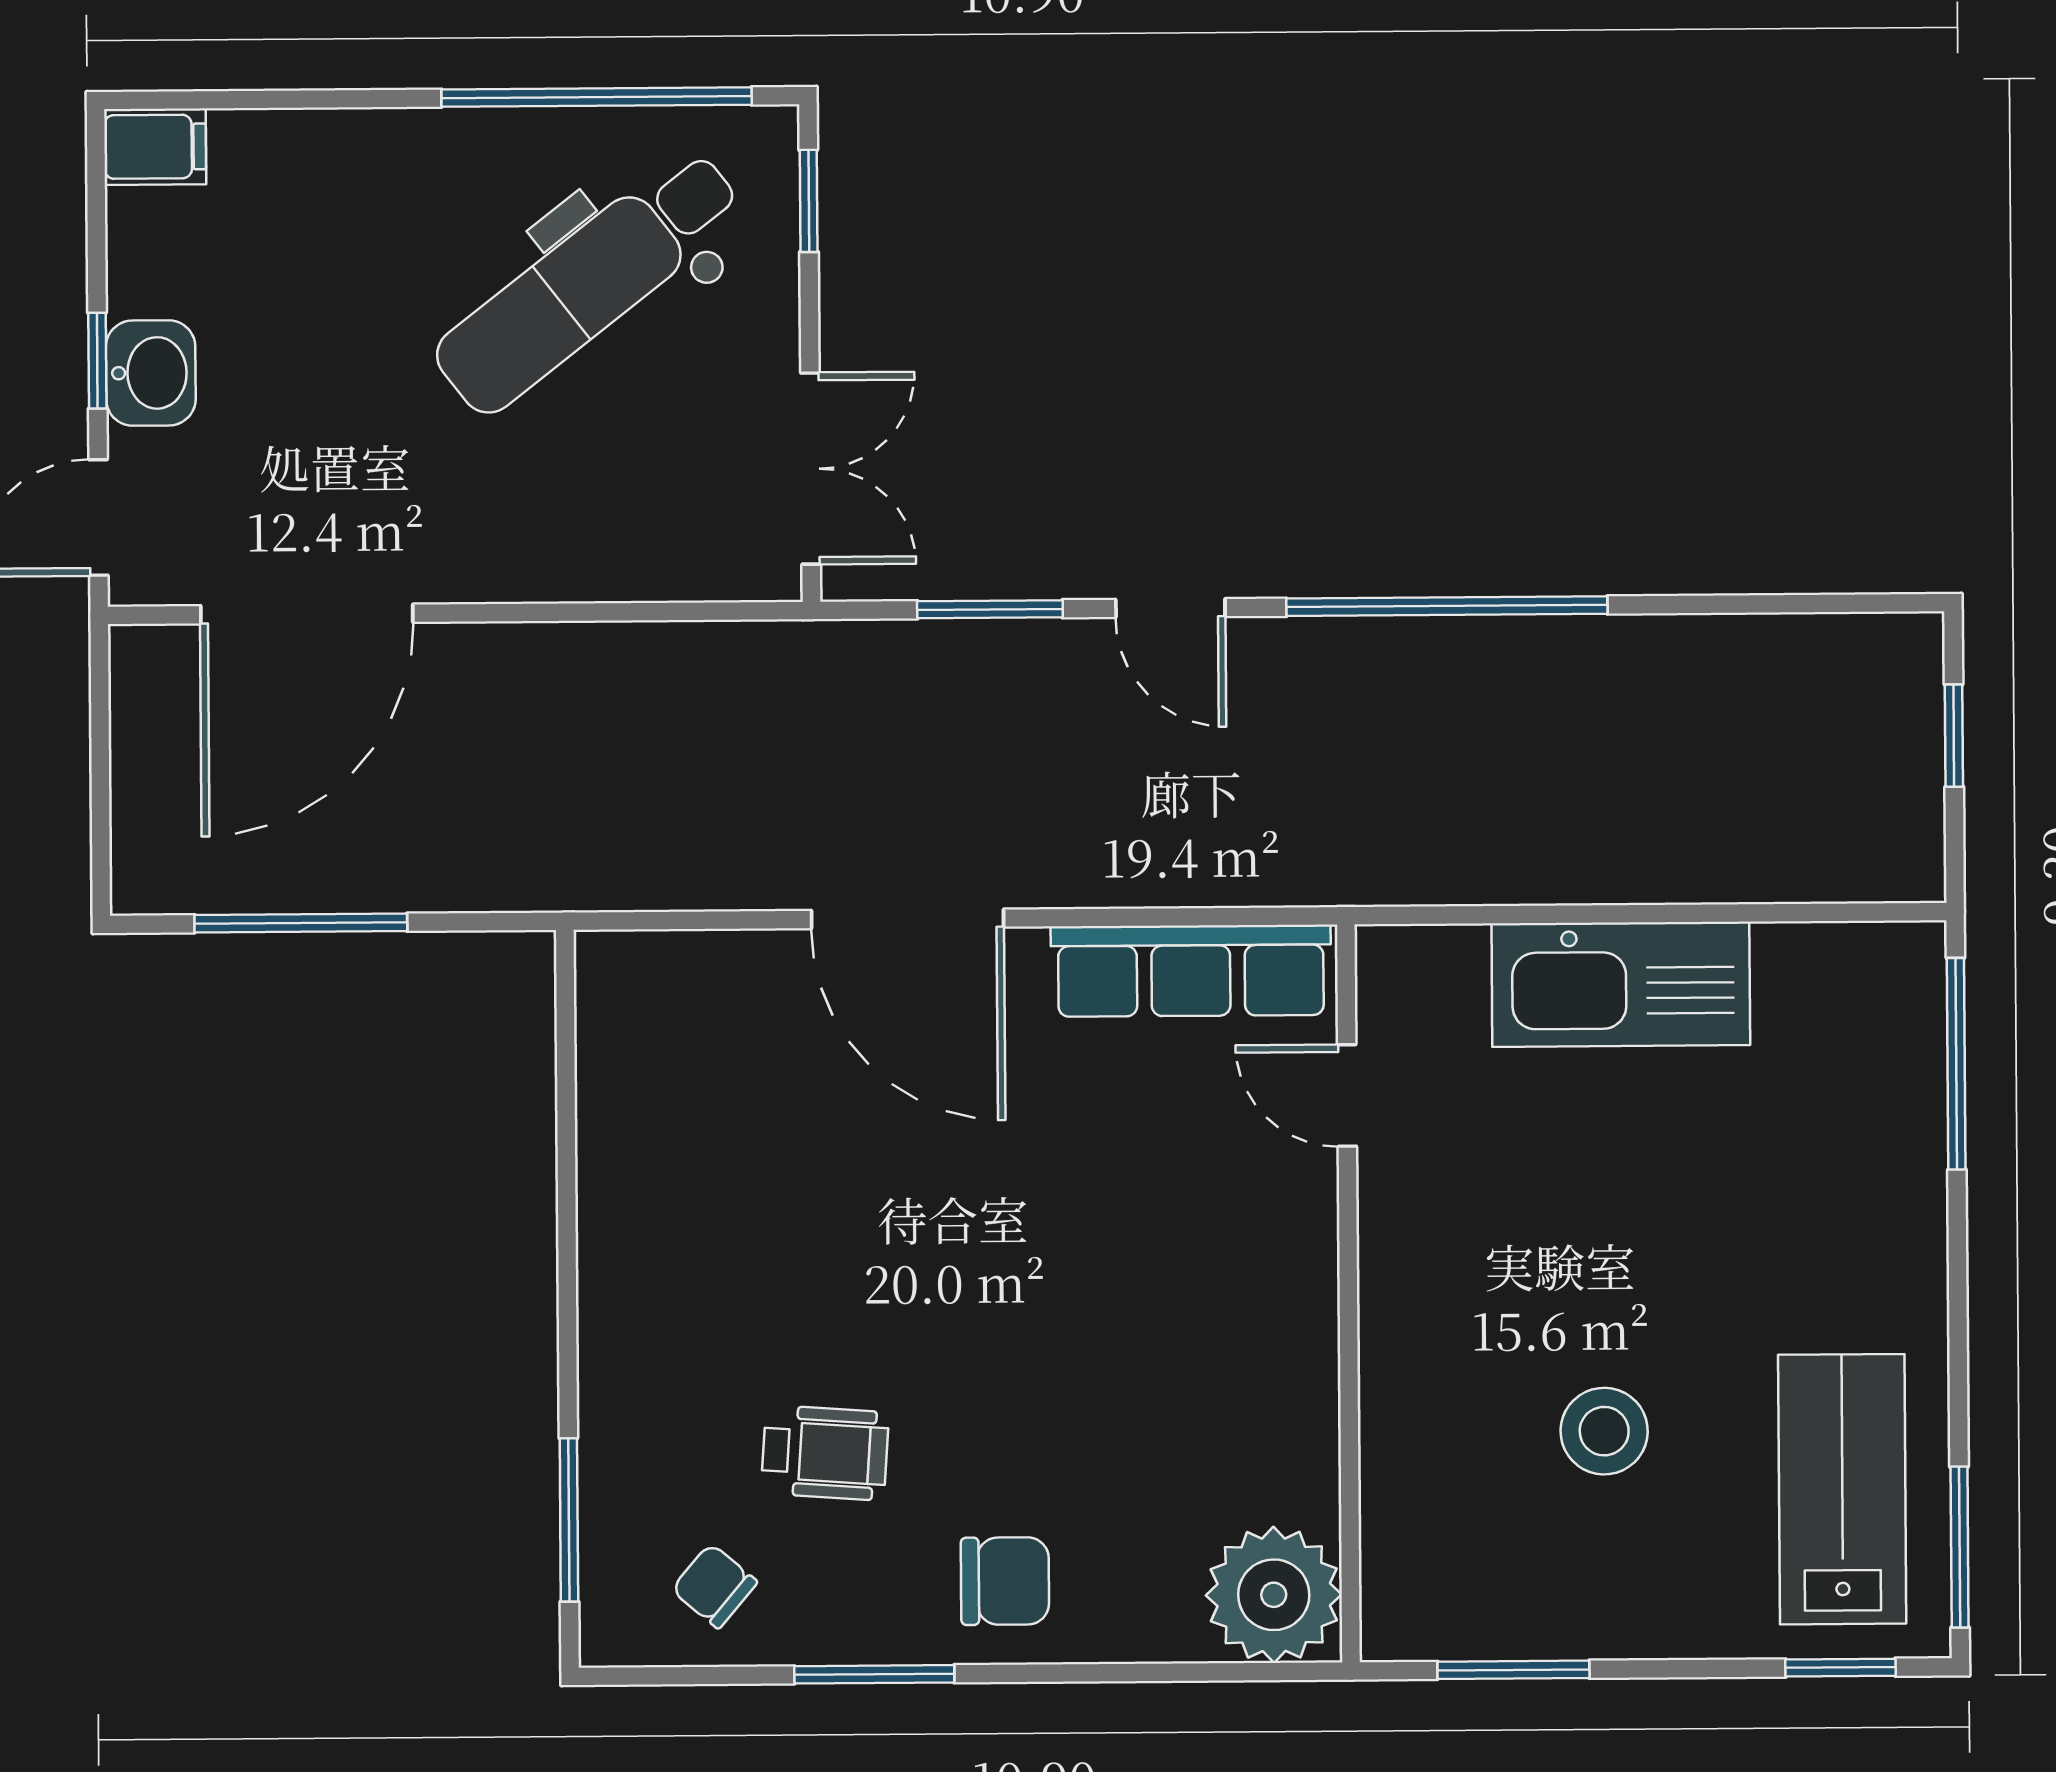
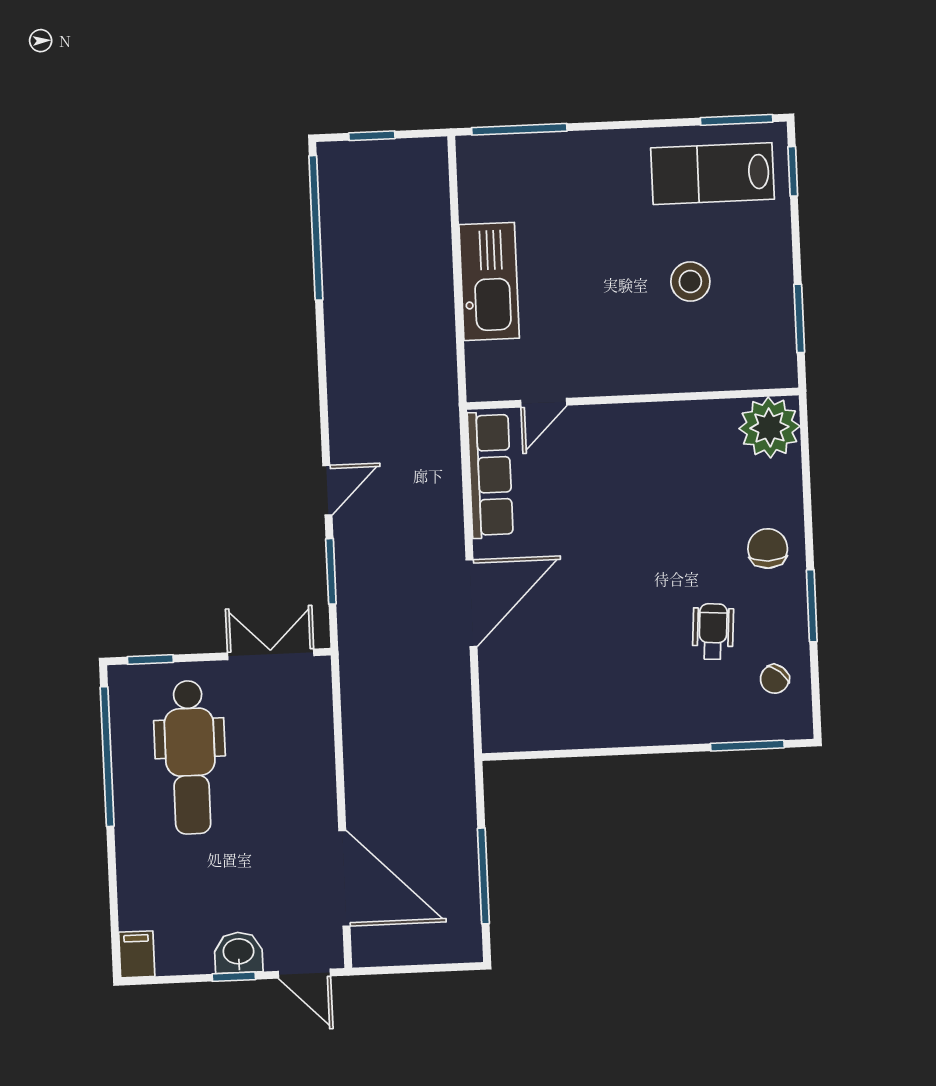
dental chair: (588, 282) -> (190, 757), turned 38
window: (1447, 606) -> (316, 228), moved

